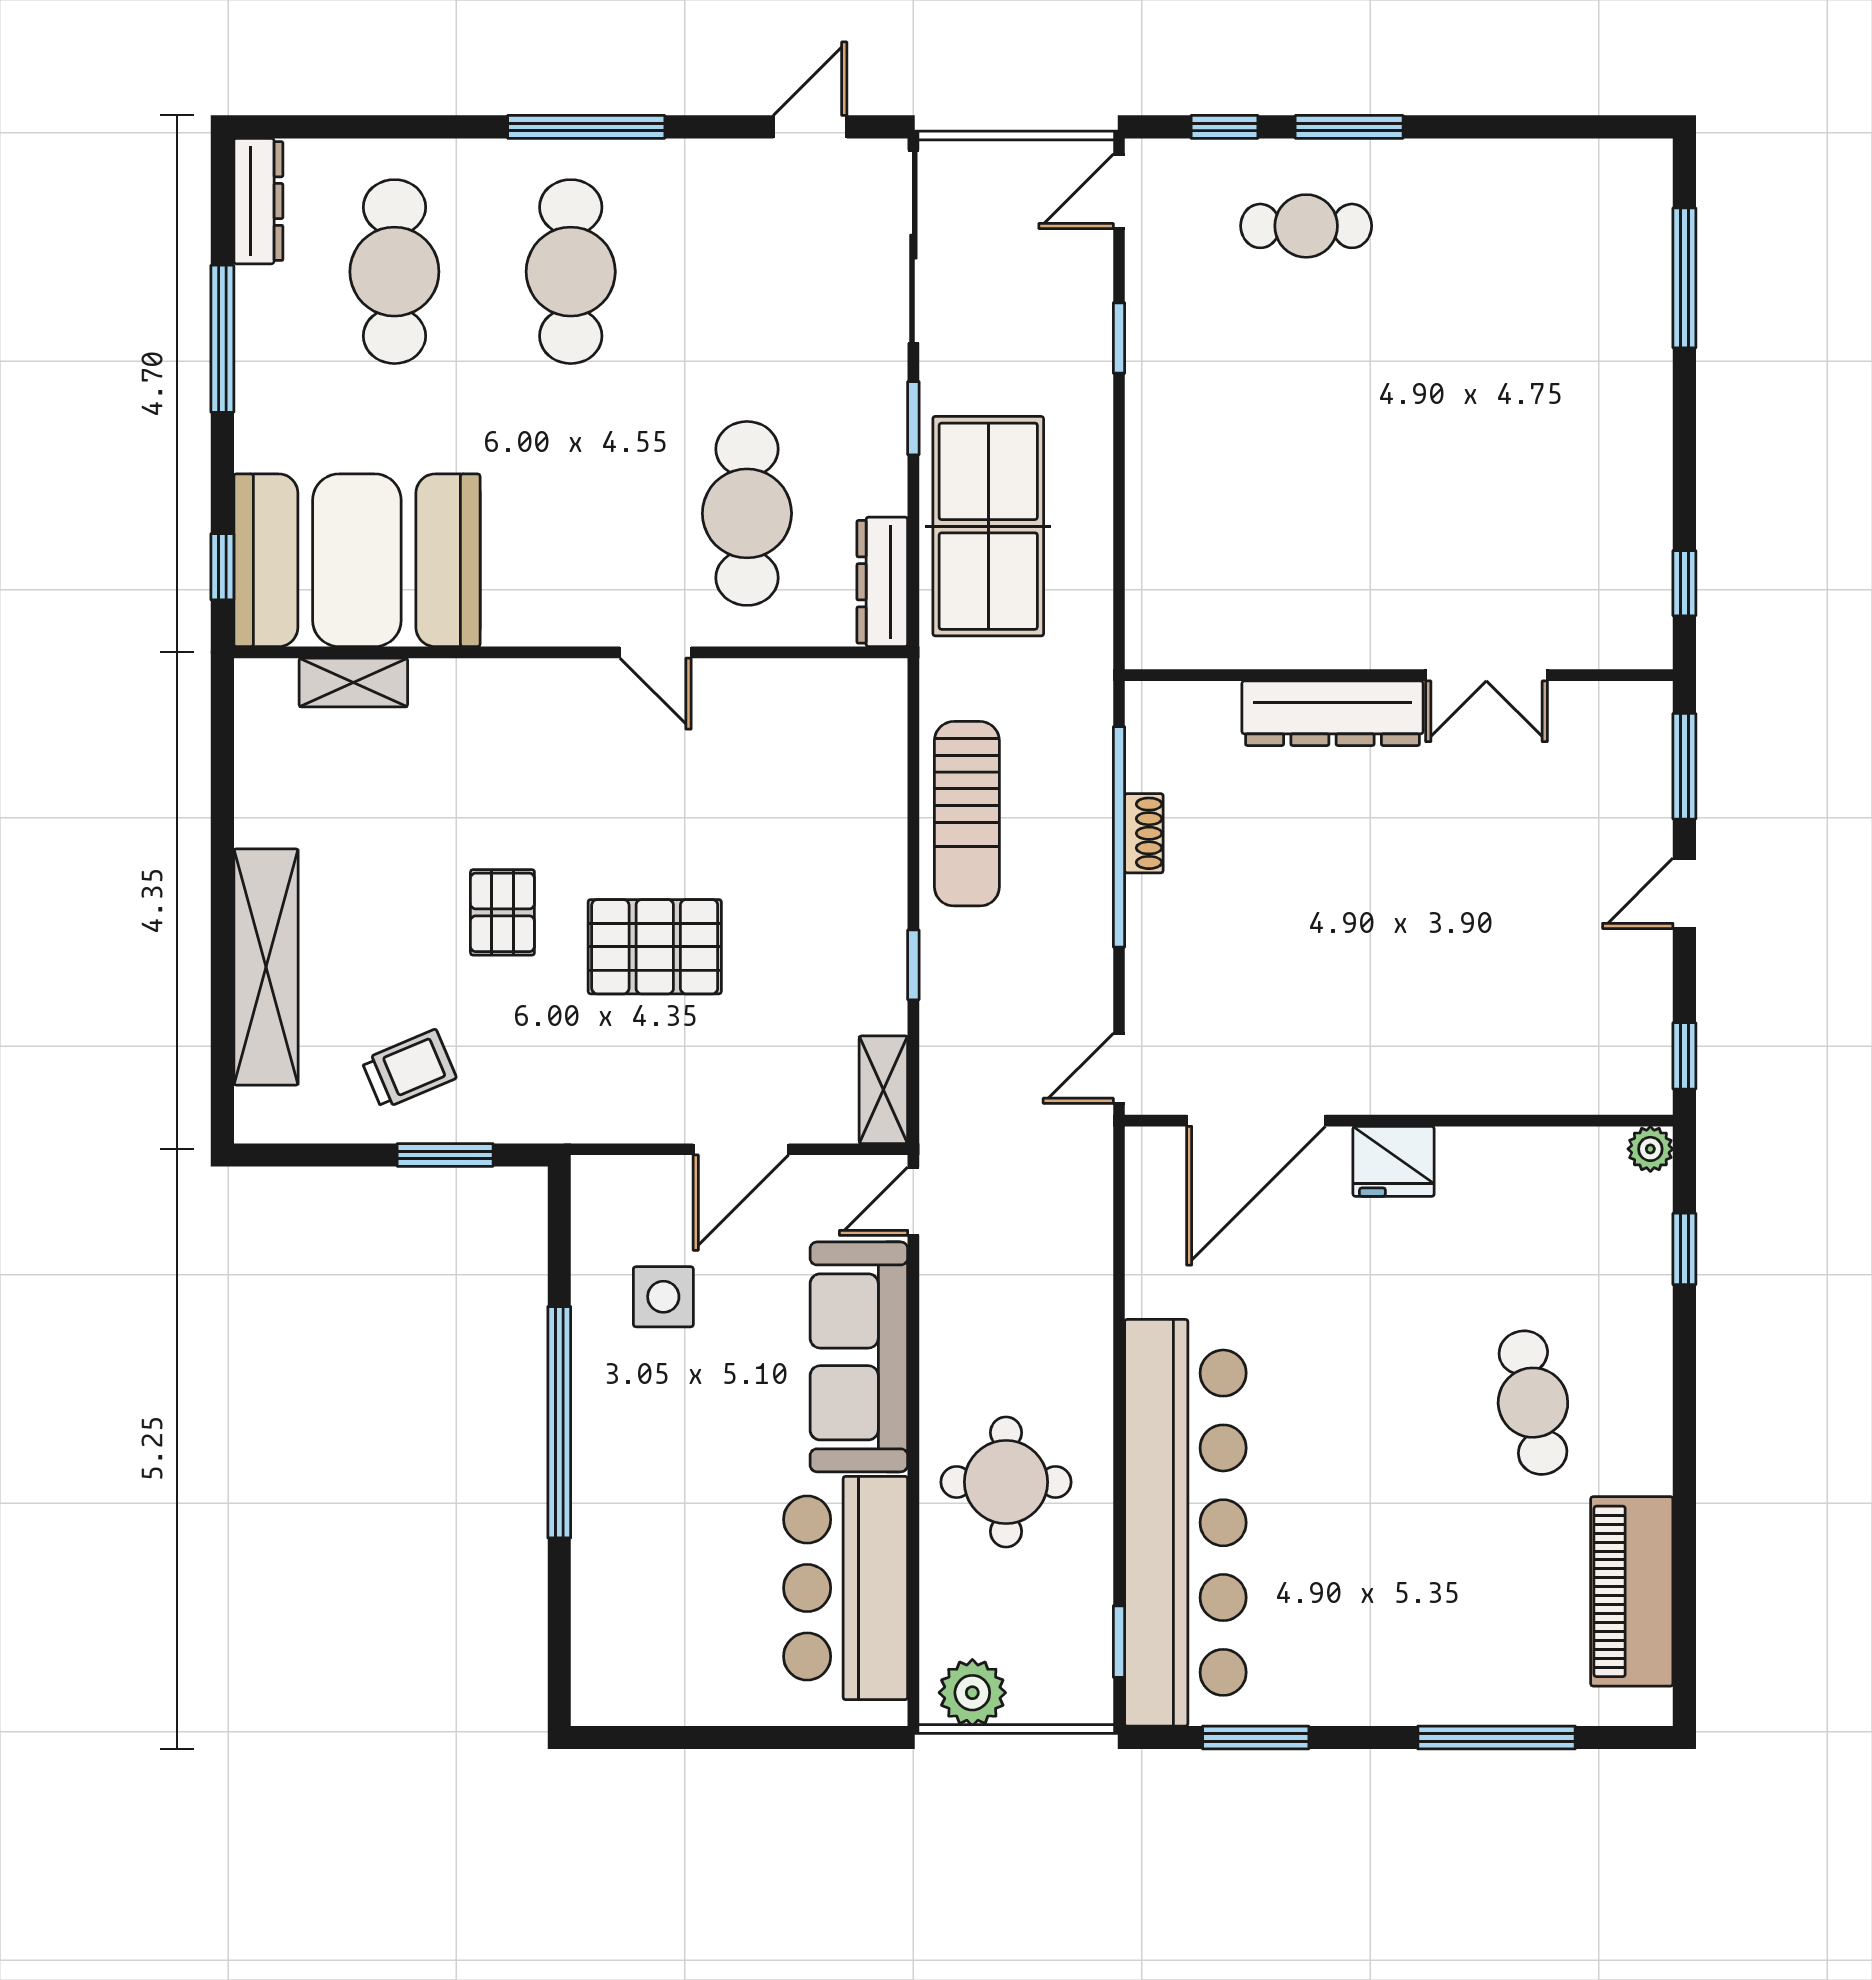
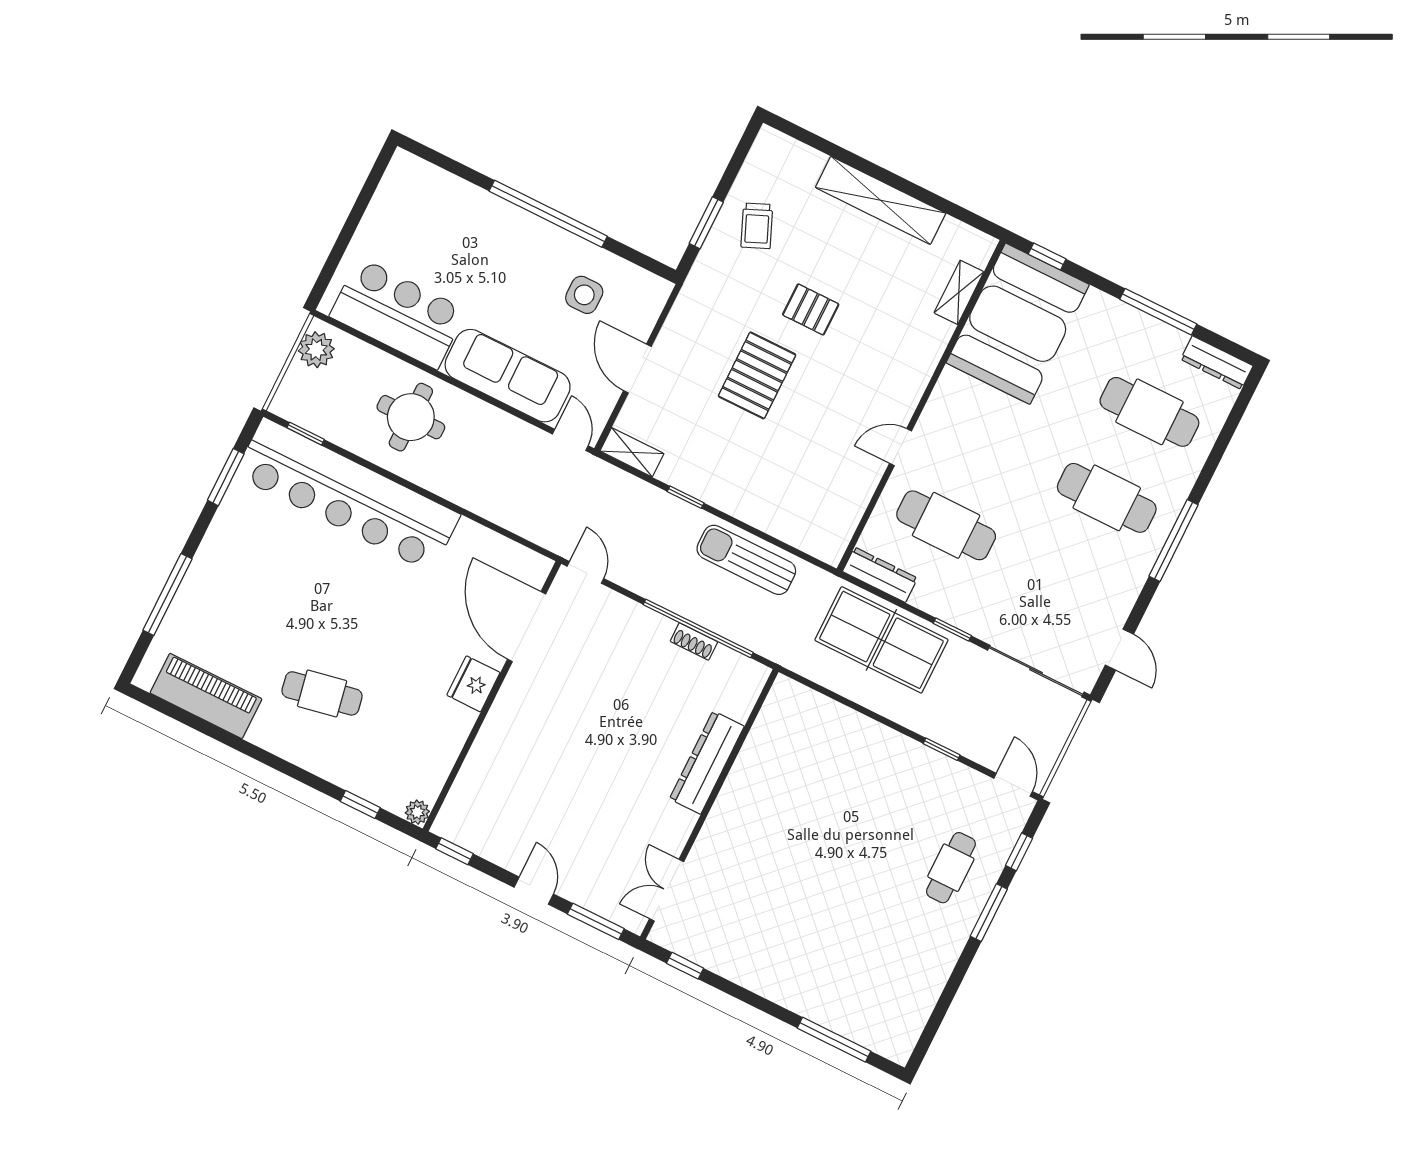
double door: (1486, 675) -> (667, 890), moved
shelving: (266, 967) -> (881, 200), moved

